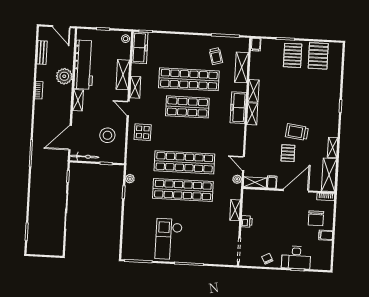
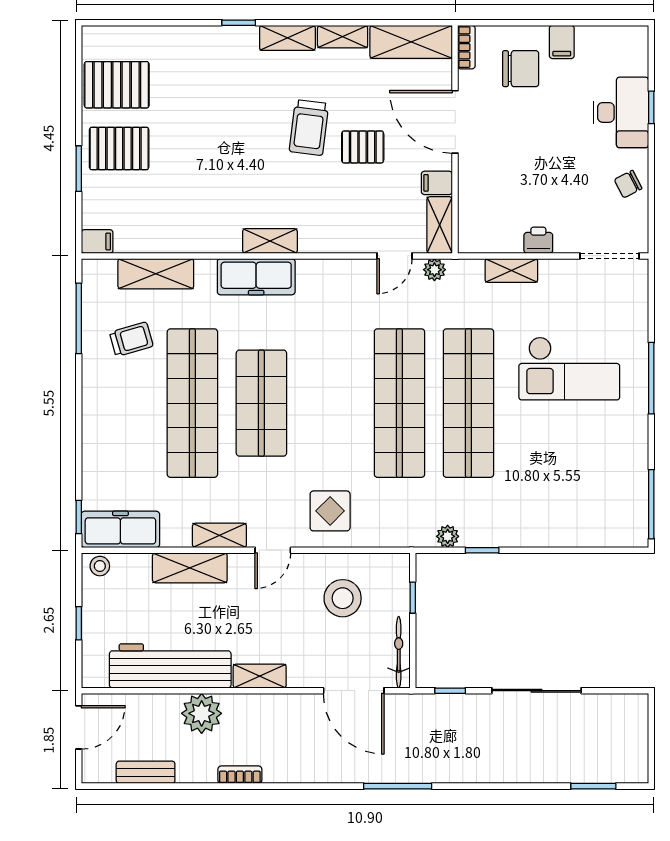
shelving: (254, 91) -> (287, 38), moved
checkout: (169, 239) -> (569, 368), moved

